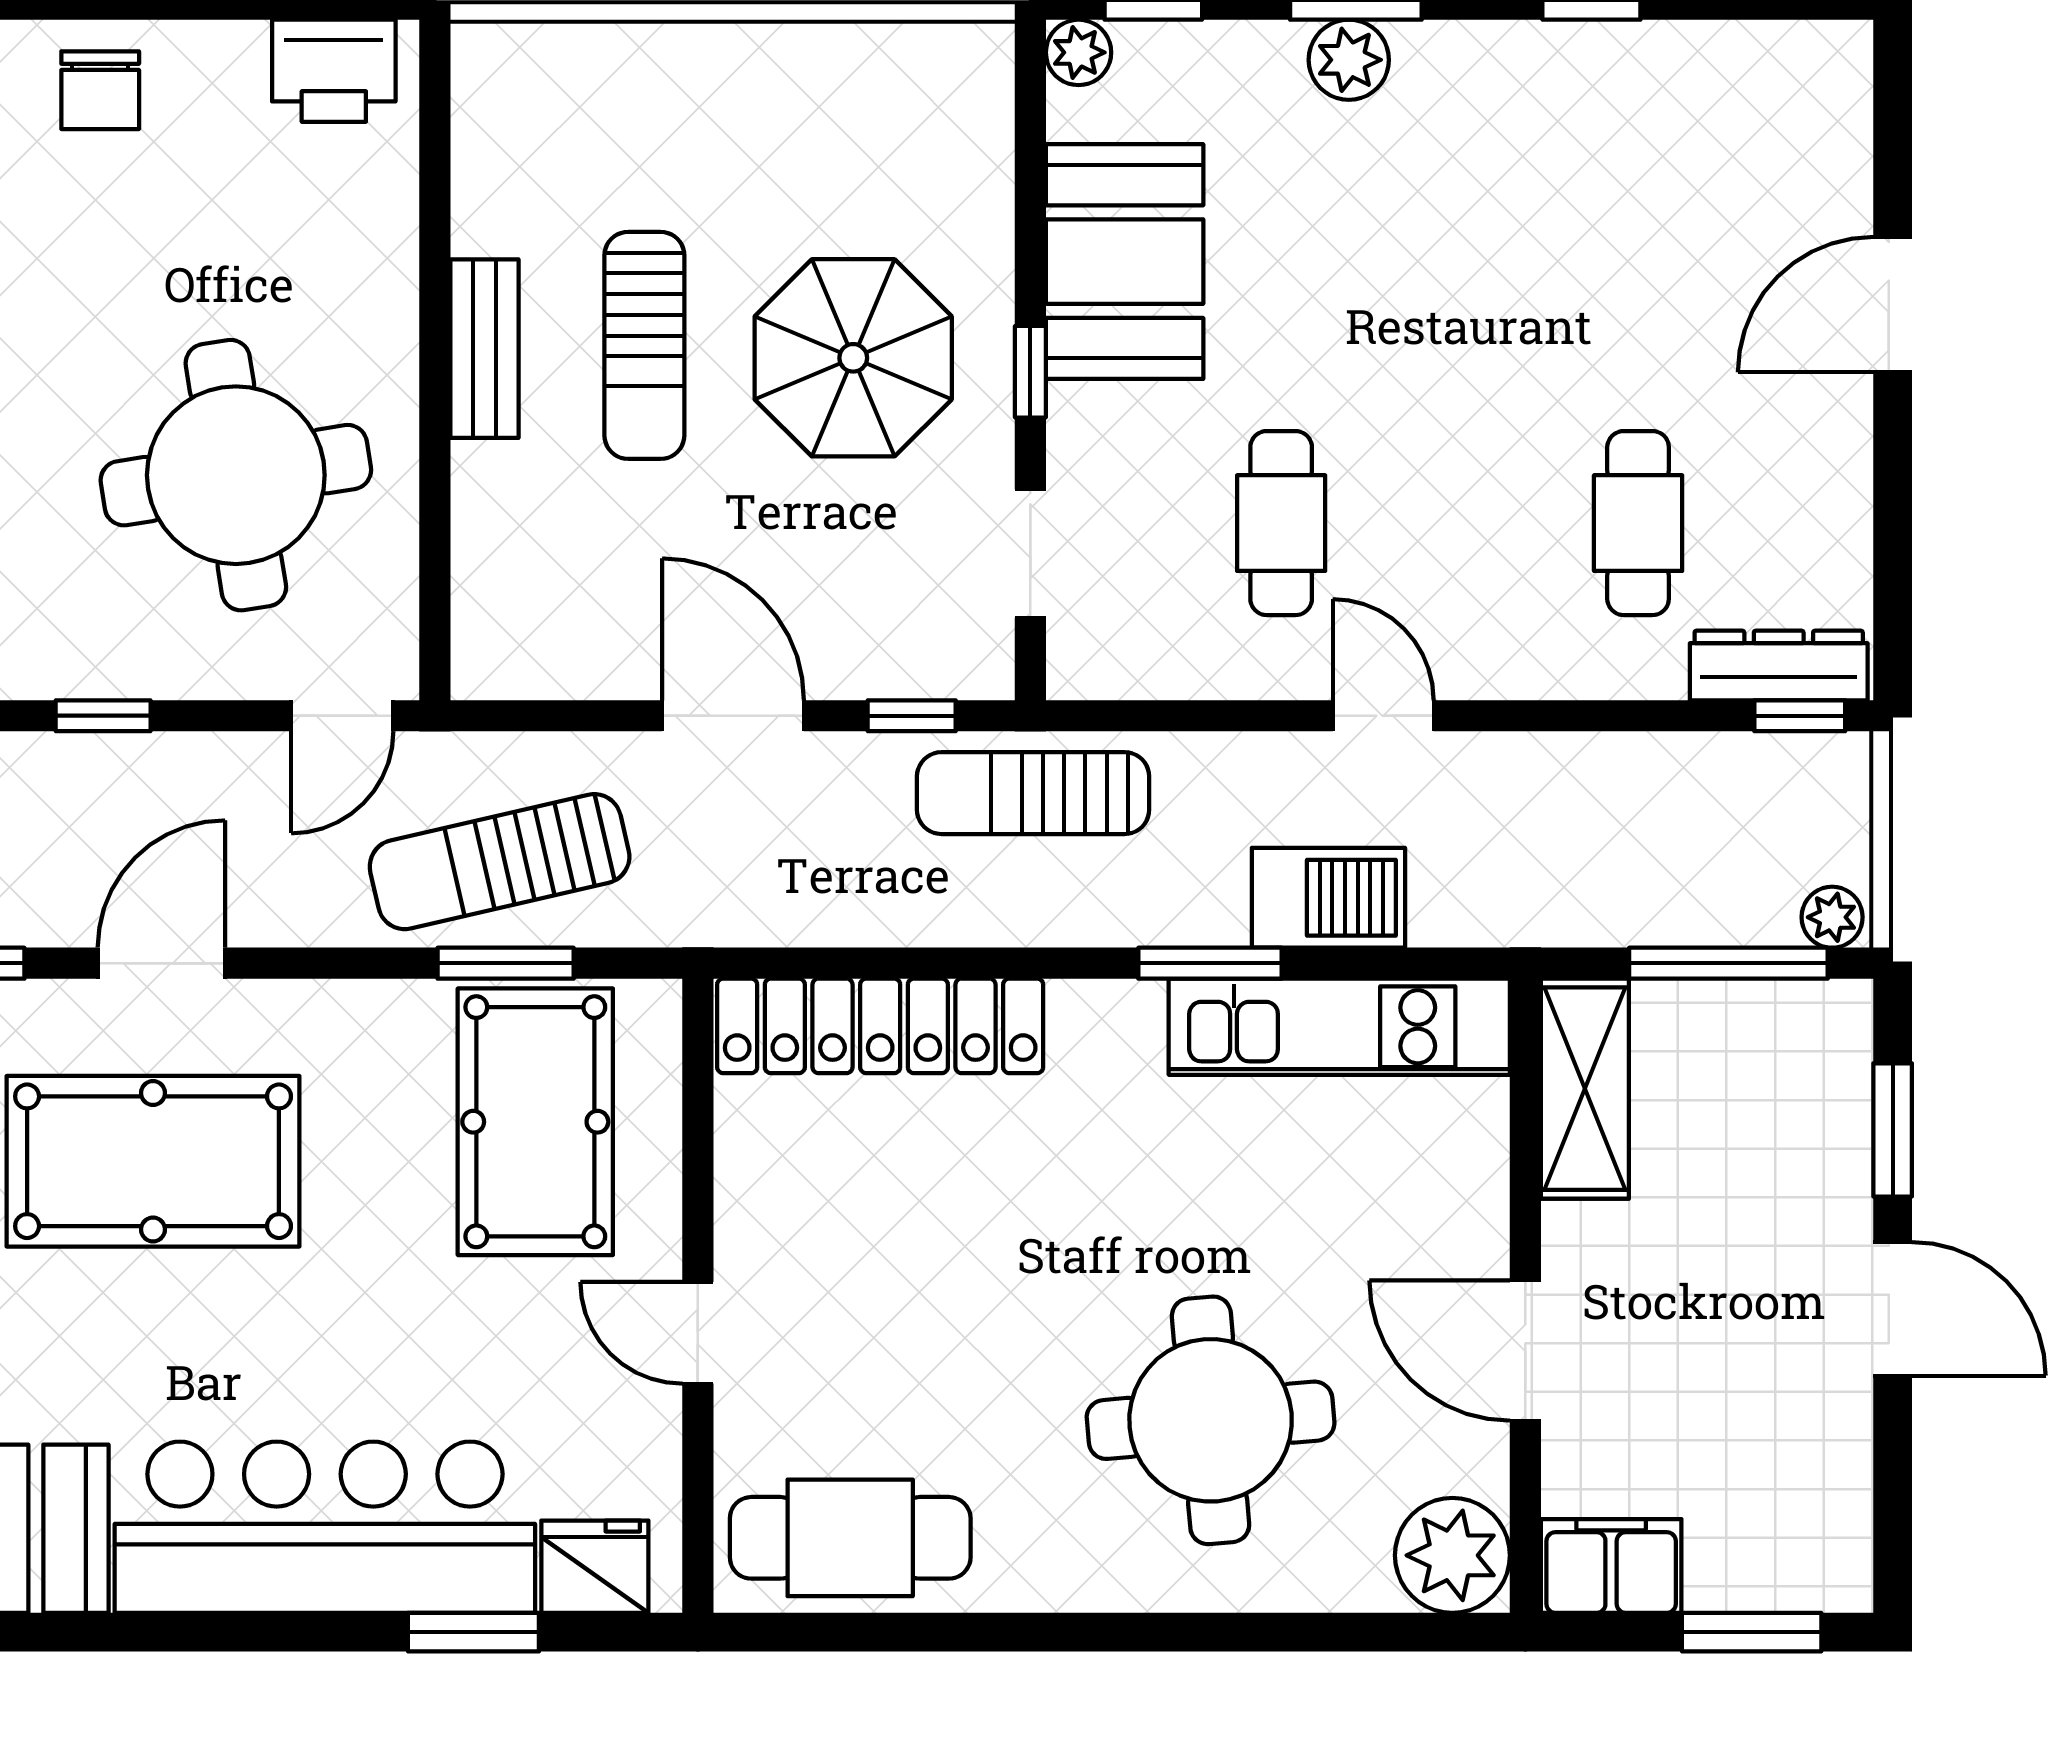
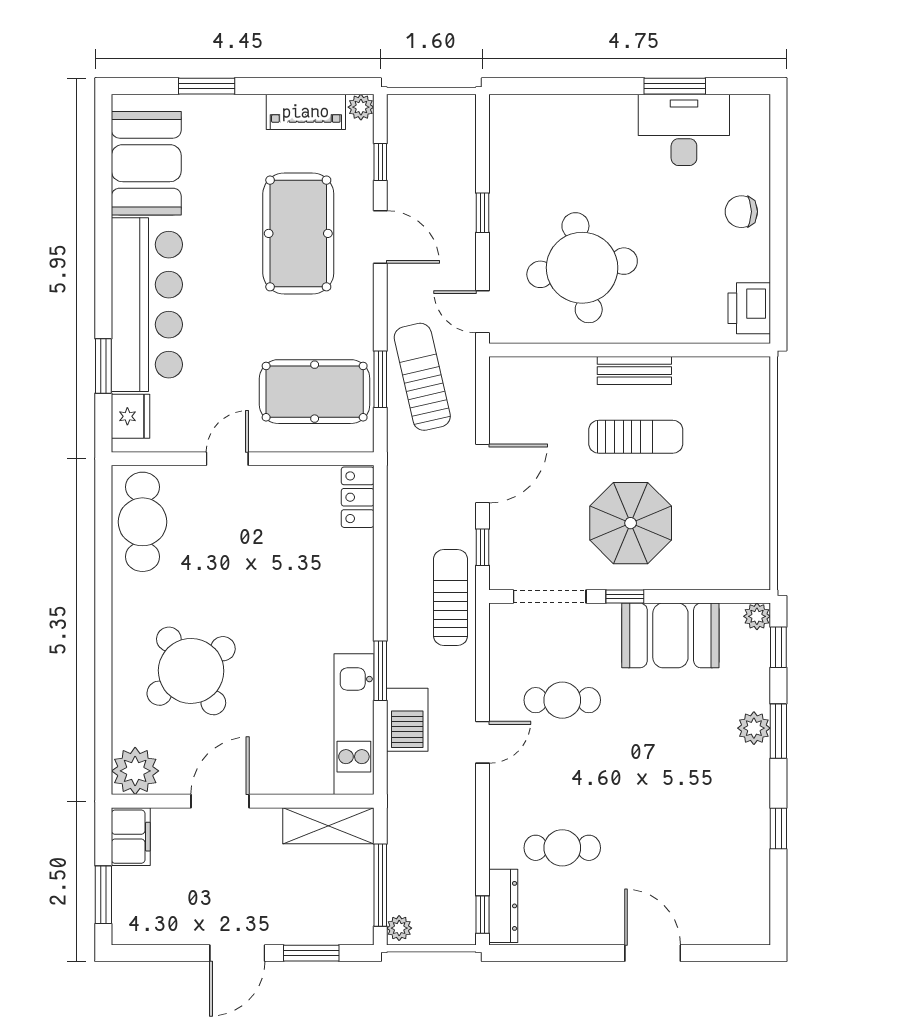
sun lounger: (644, 345) -> (636, 437), turned 180
doorway: (1030, 554) -> (550, 596), width x1.38
locker: (880, 1026) -> (358, 497), width x0.46, depth x0.83
round table: (1211, 1420) -> (191, 671), turned -30

